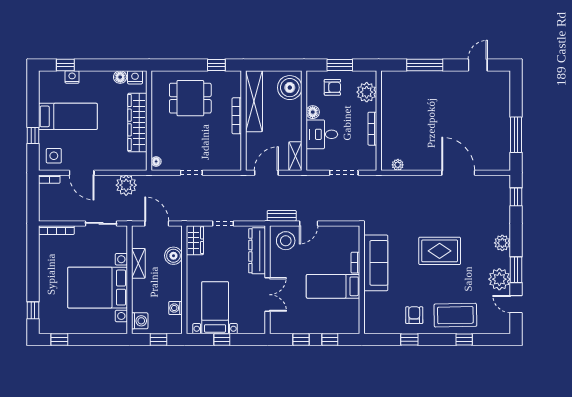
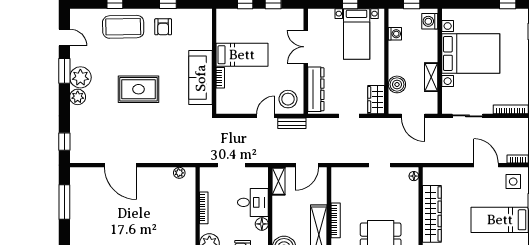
plant: (126, 185) -> (443, 153), removed
plant: (499, 279) -> (80, 77), moved

